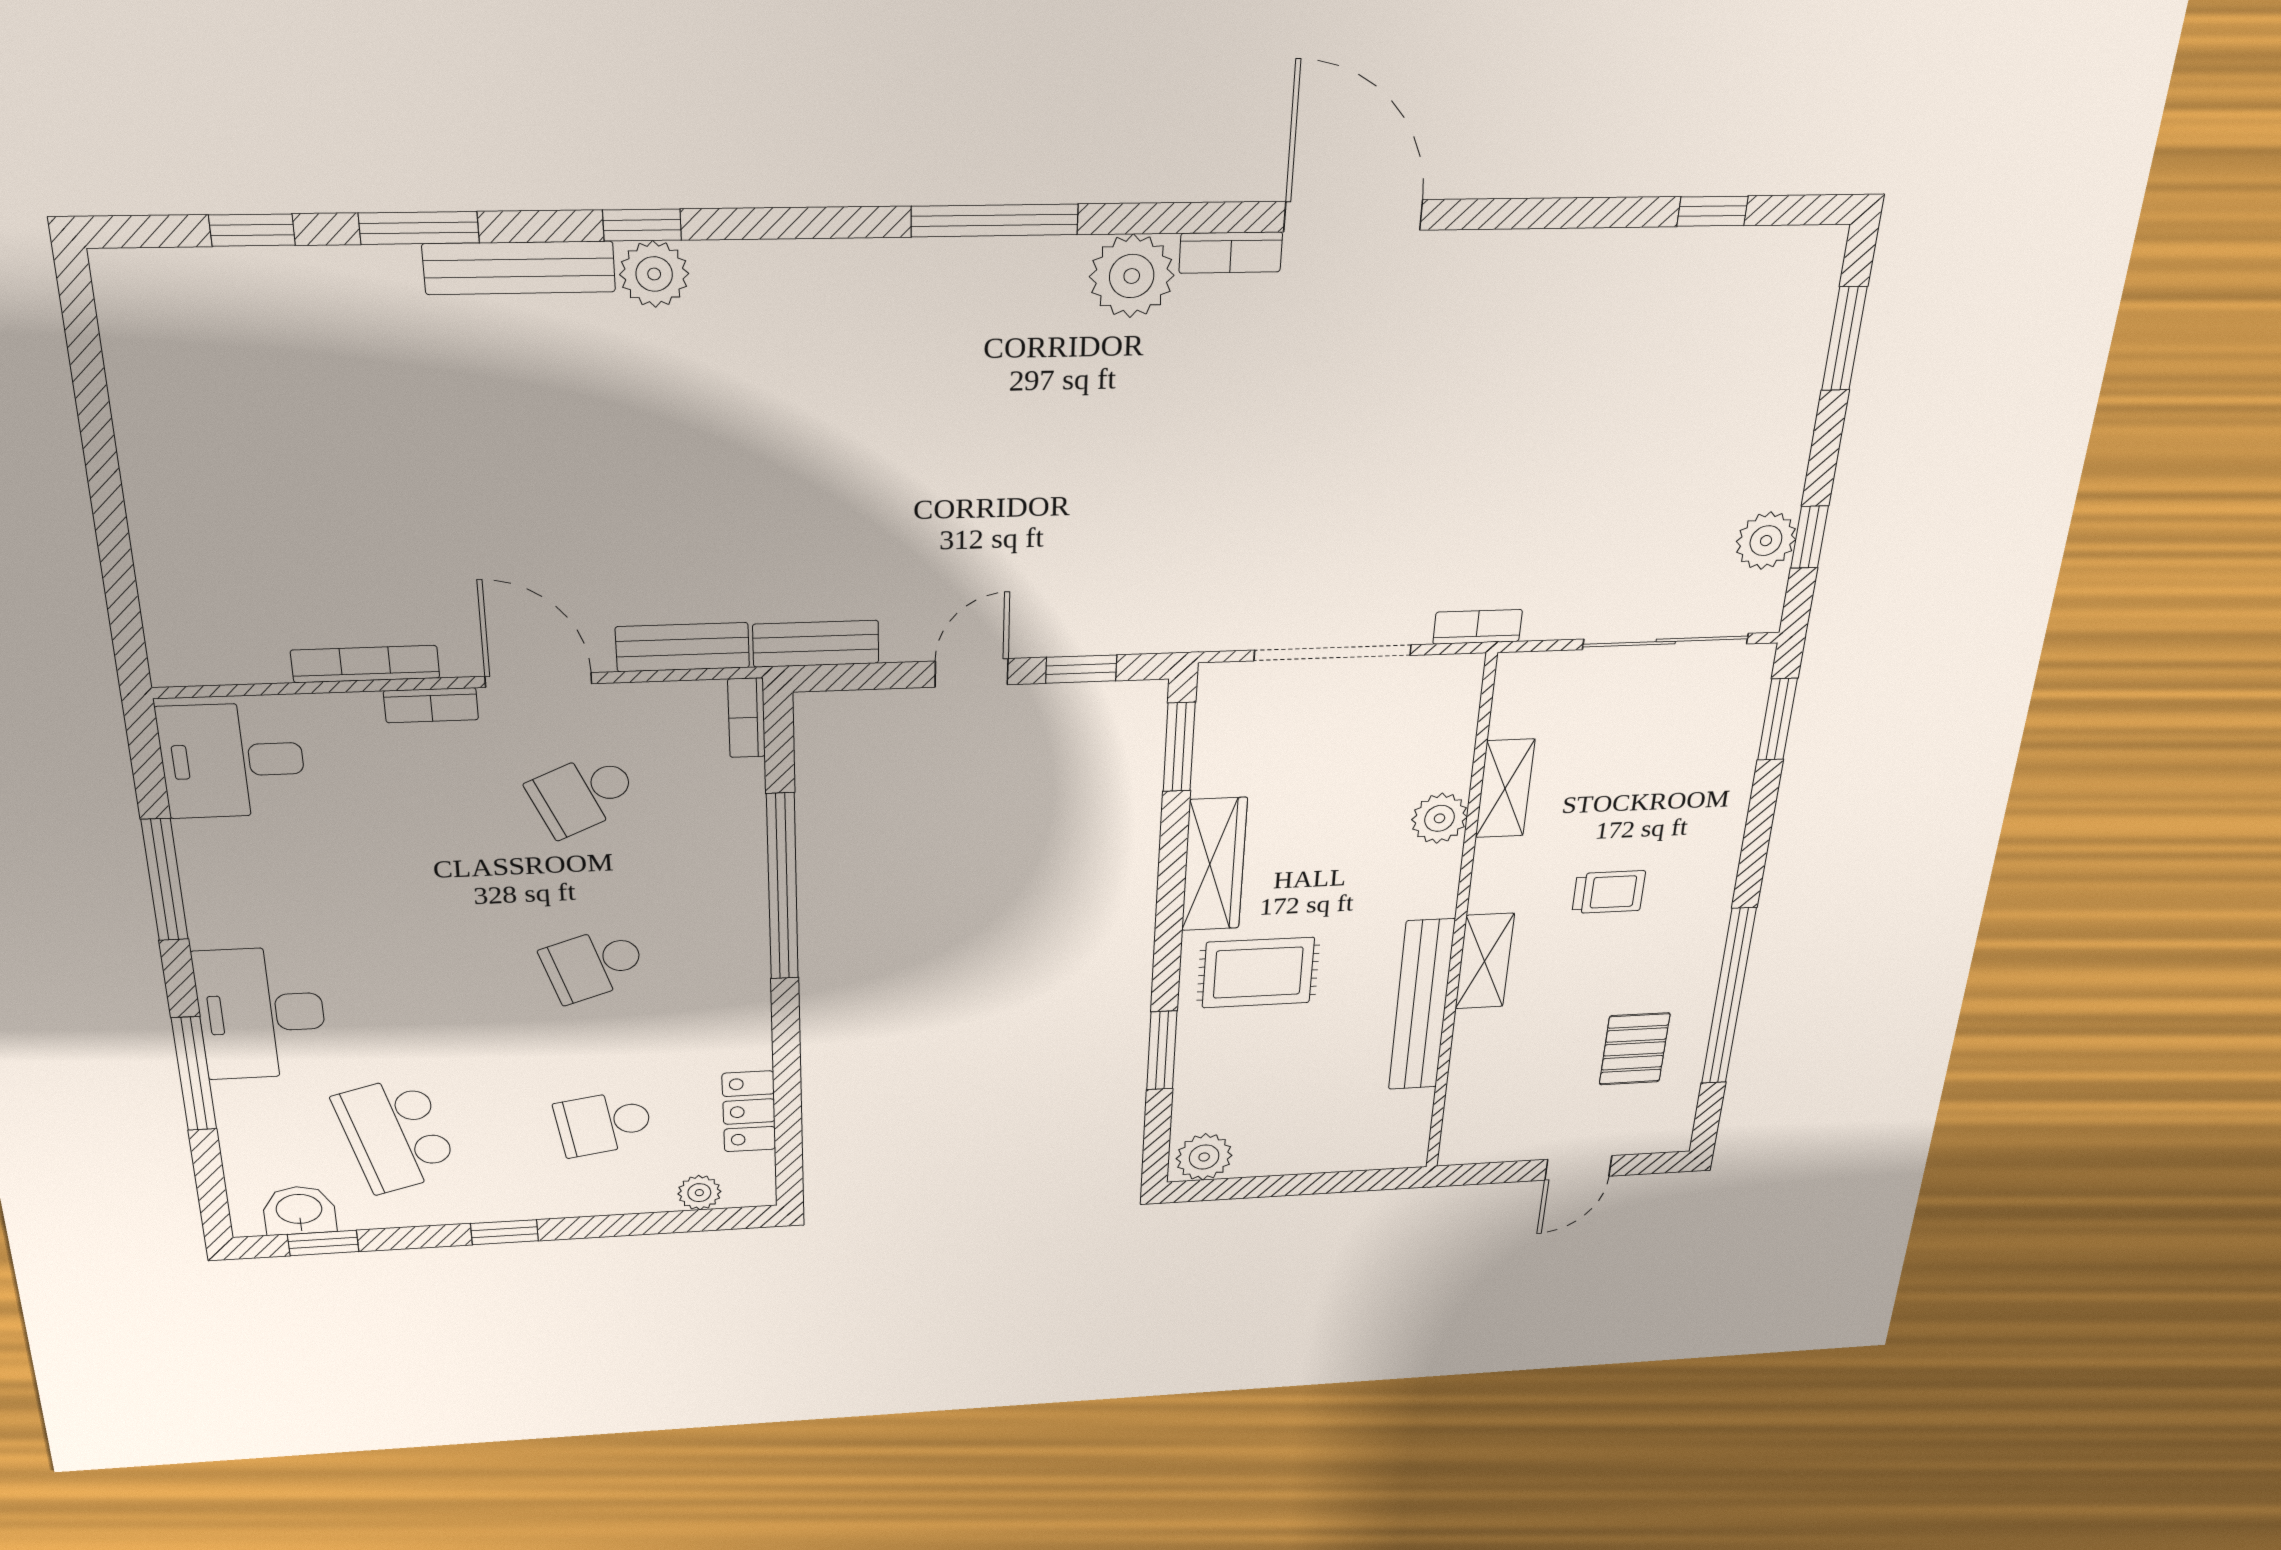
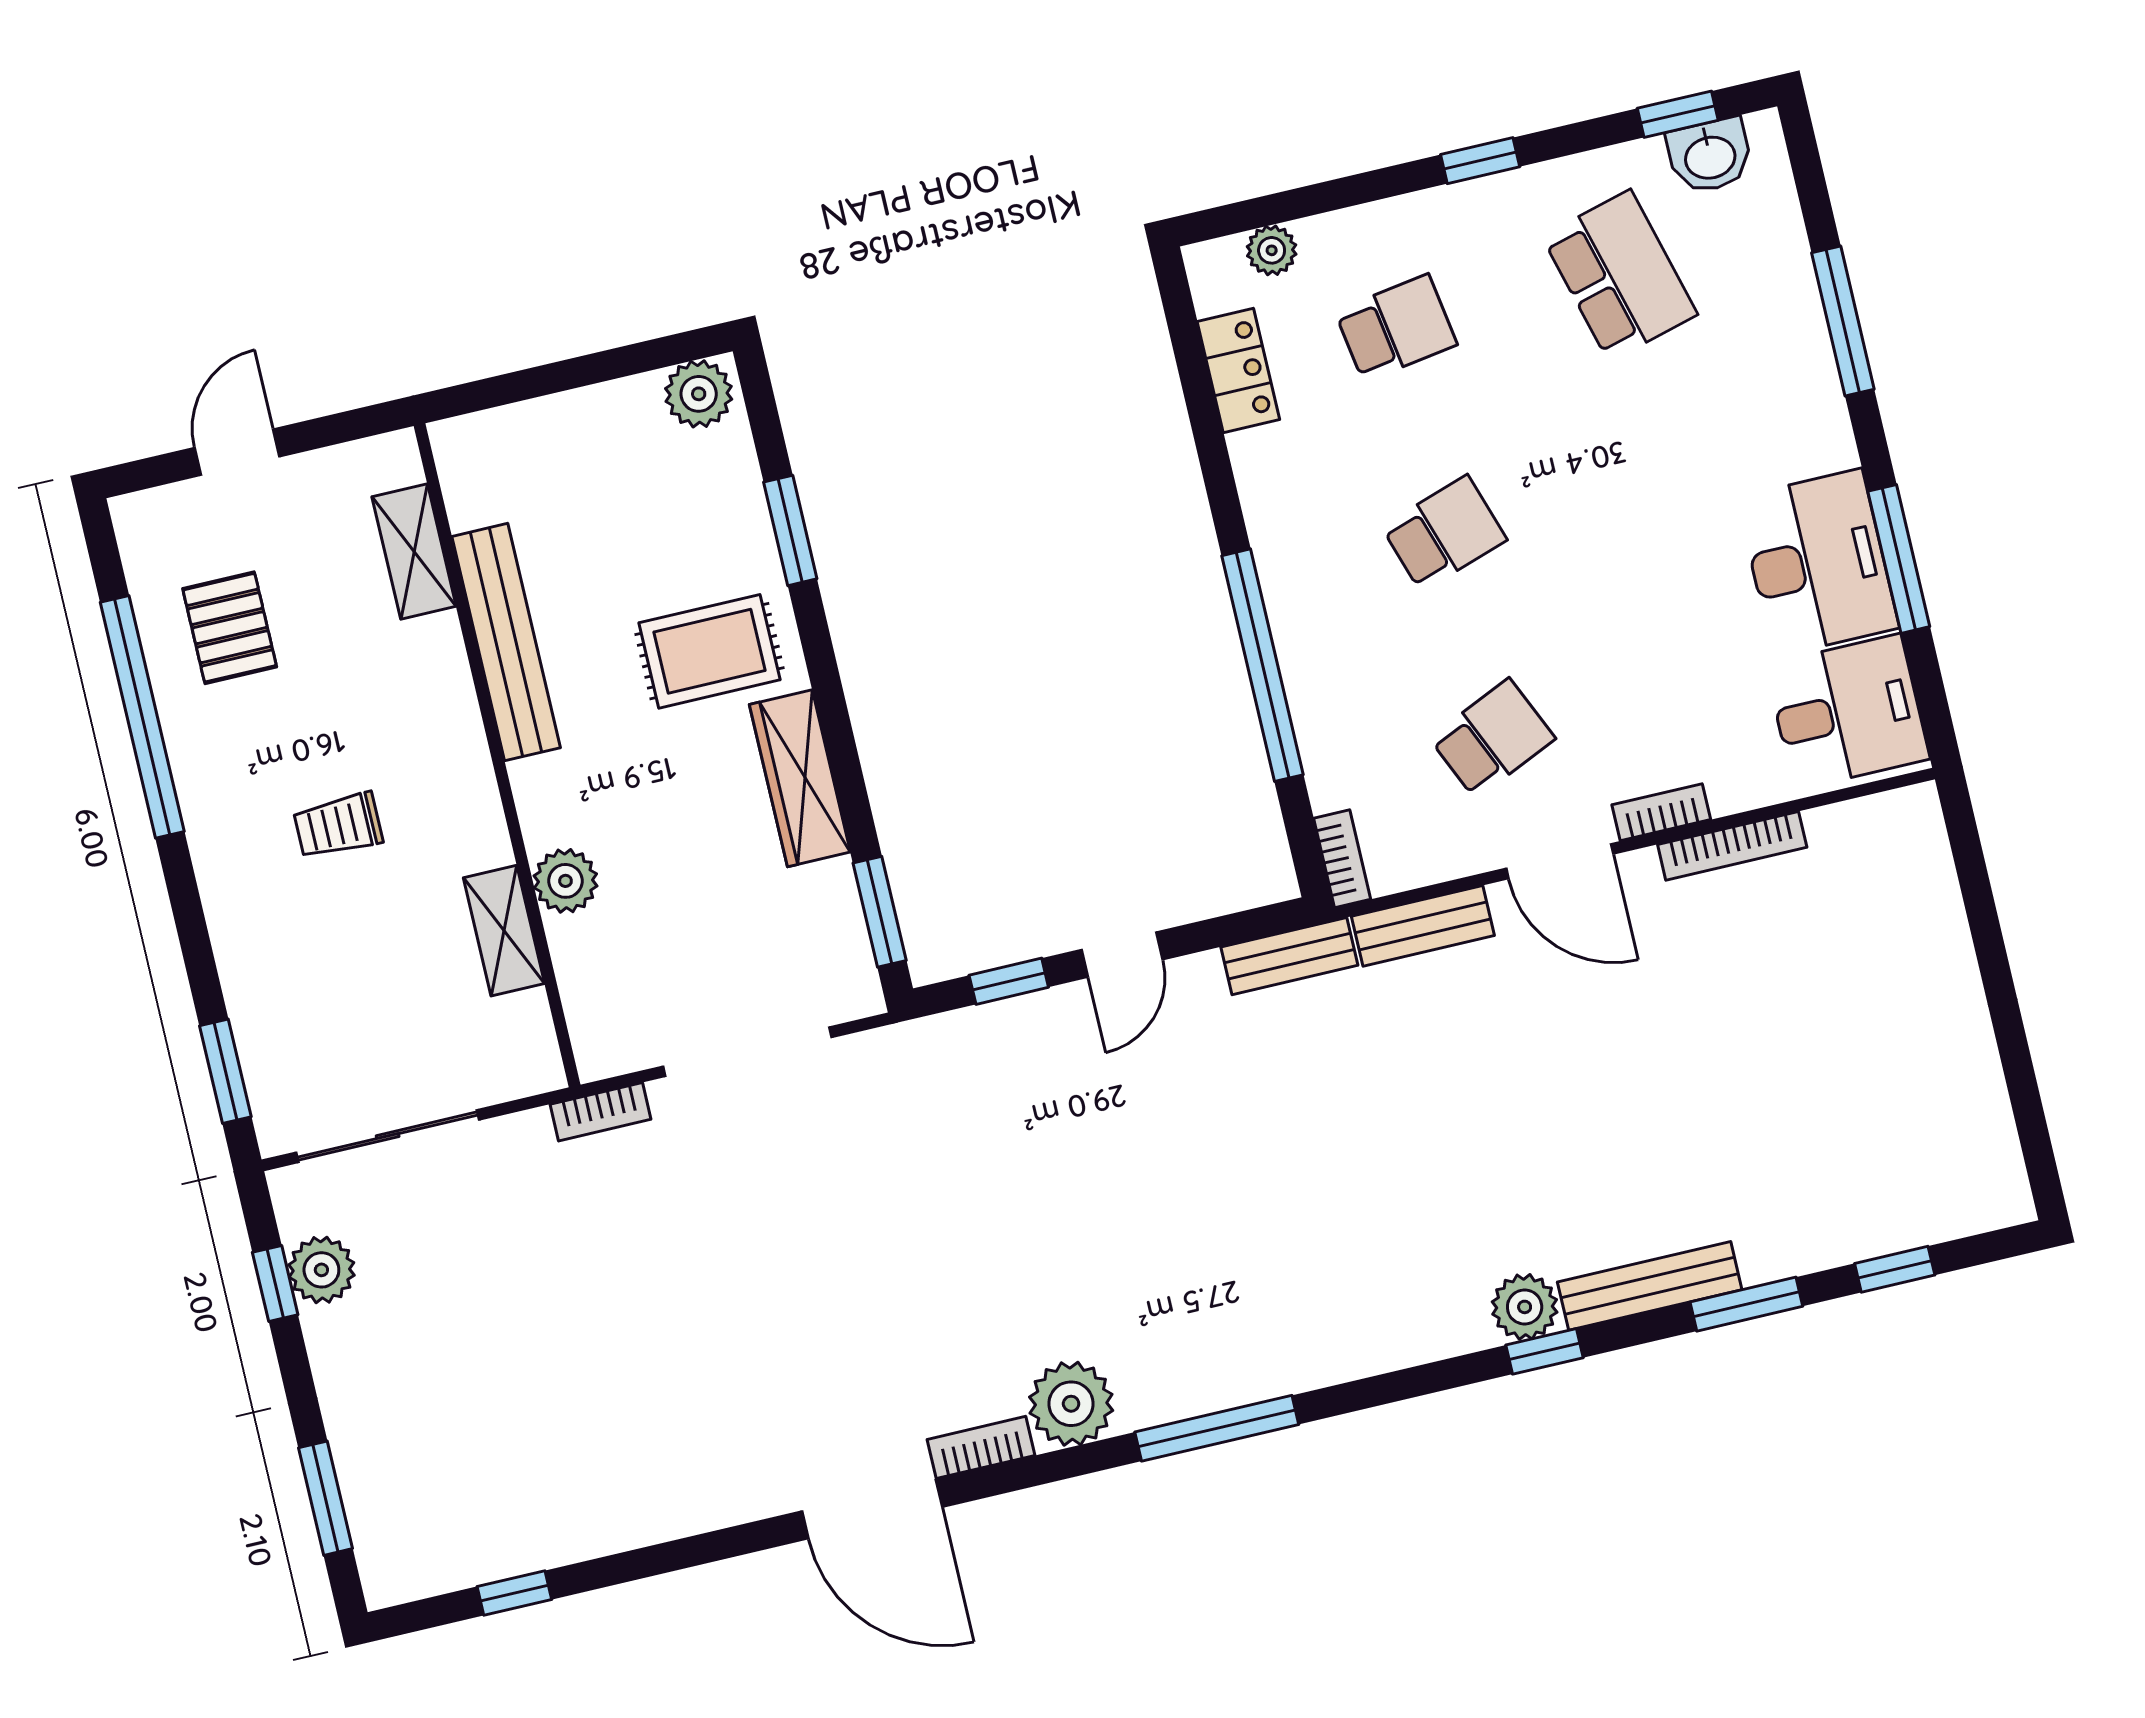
shelving: (1485, 961) -> (414, 552), moved
desk: (261, 1013) -> (1818, 563), moved

